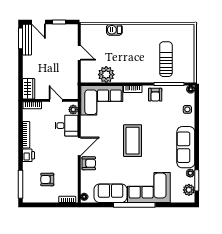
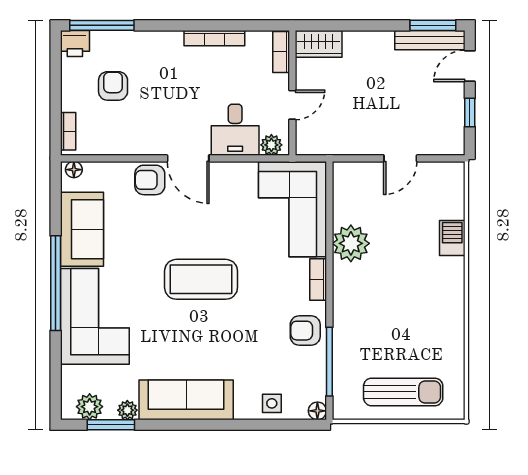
sun lounger: (166, 59) -> (403, 392), moved
plant: (106, 75) -> (351, 243), moved
printer: (28, 155) -> (75, 43), moved
armchair: (89, 163) -> (150, 180), turned 90

